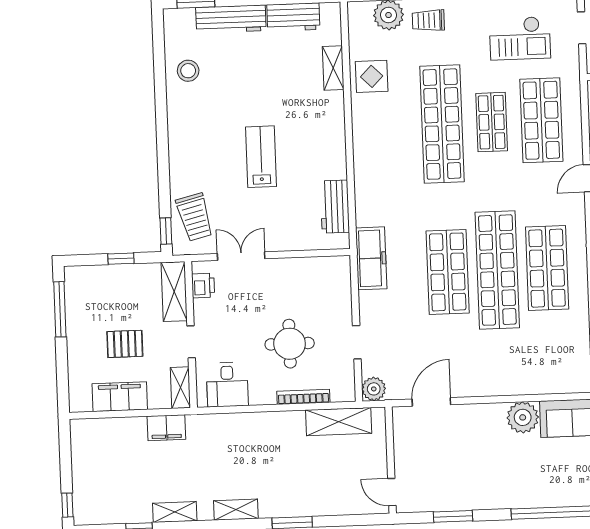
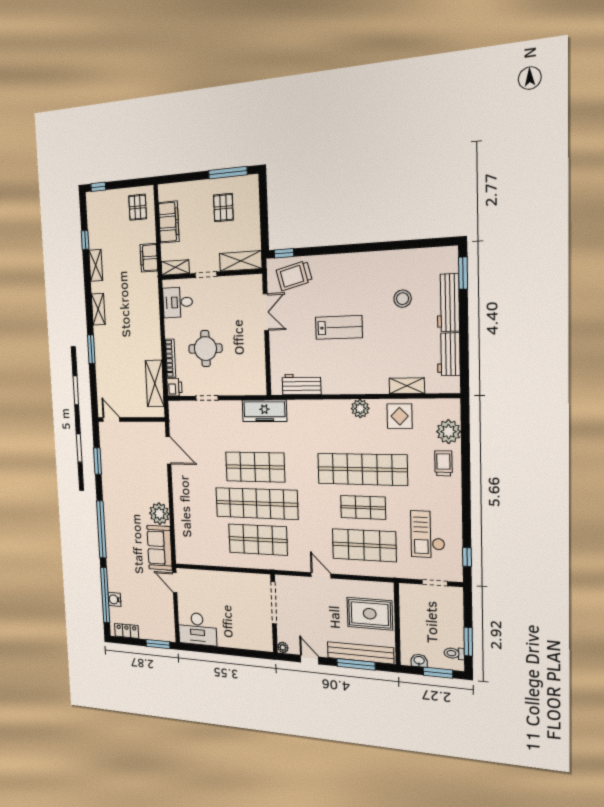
stool: (188, 71) -> (403, 299), moved
window: (121, 259) -> (264, 219), removed
printer: (203, 286) -> (175, 387), moved, turned -90
pallet: (125, 344) -> (223, 208), moved
plant: (374, 389) -> (360, 409), moved
pallet: (98, 444) -> (138, 207), added
door: (392, 492) -> (111, 420), hinge flipped

